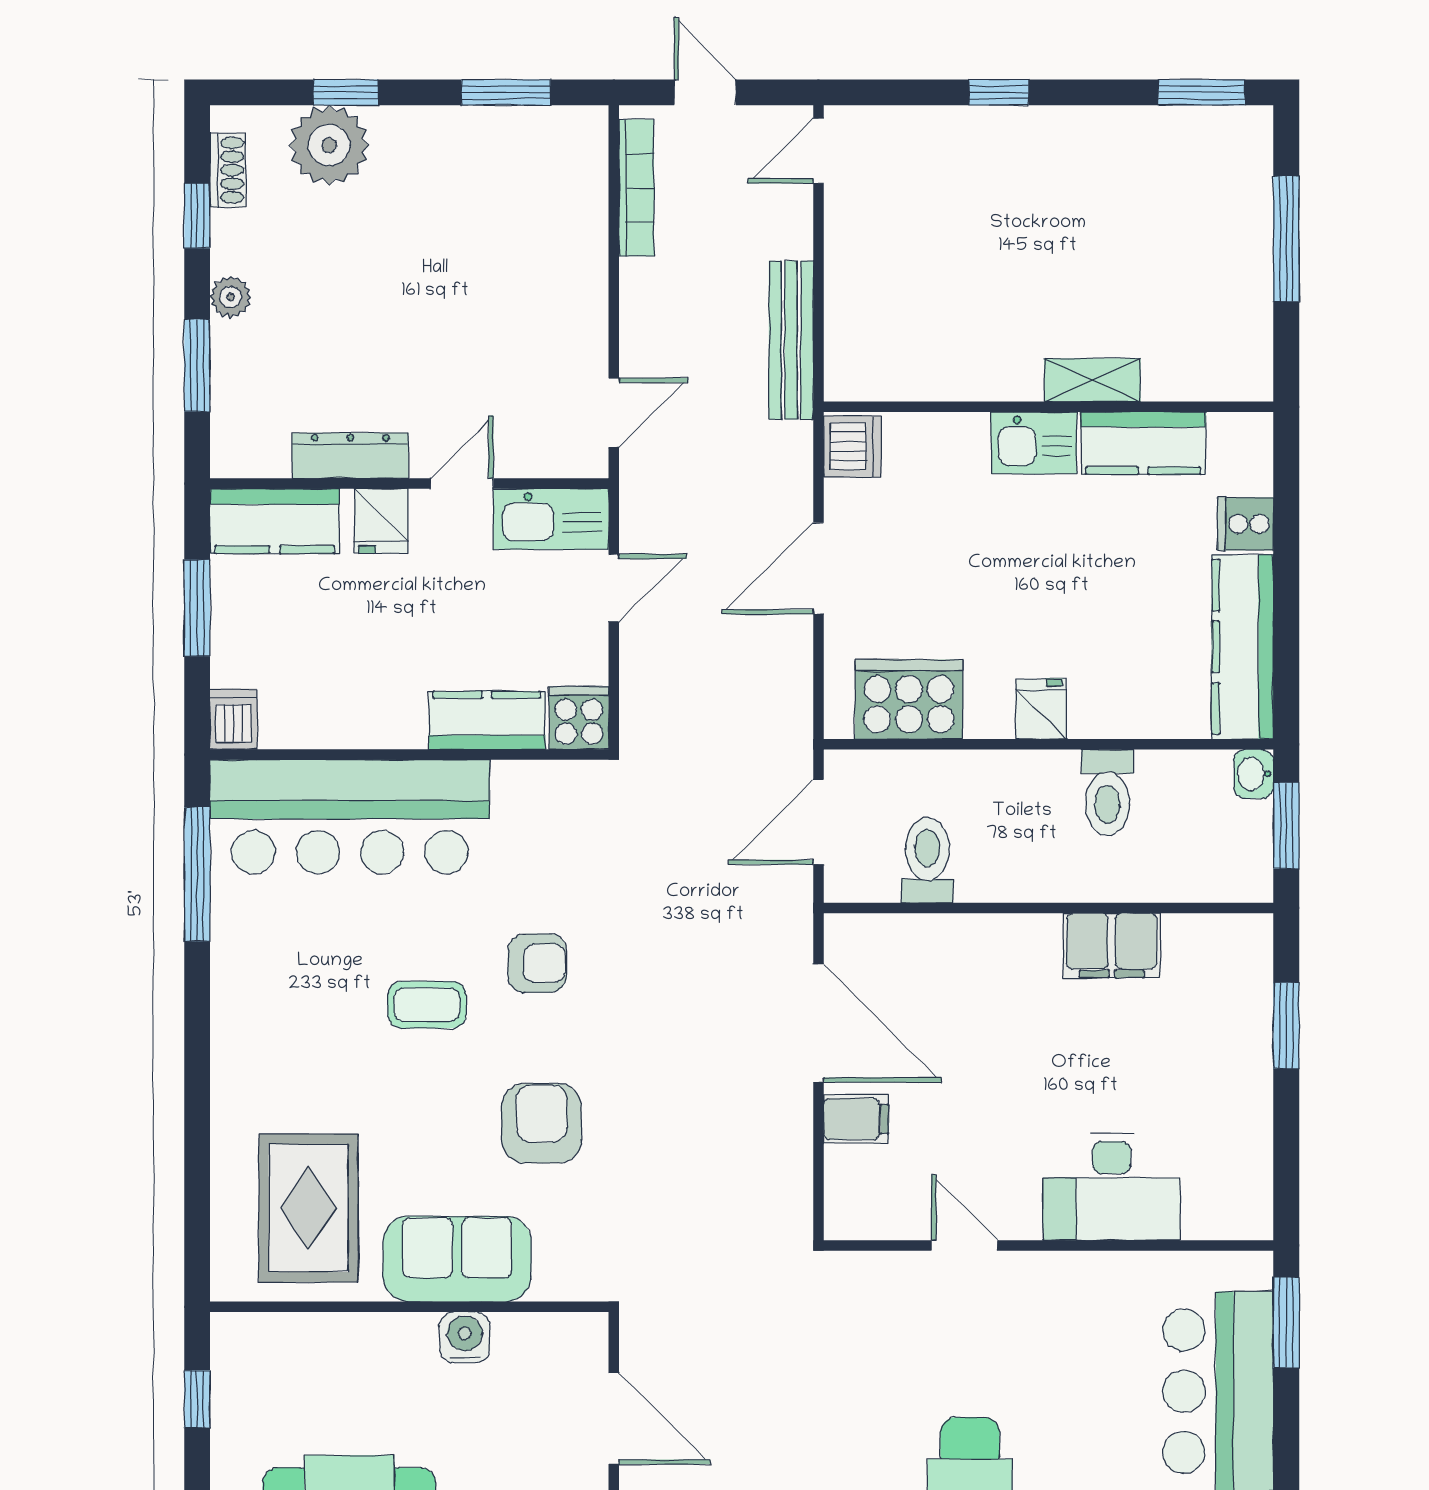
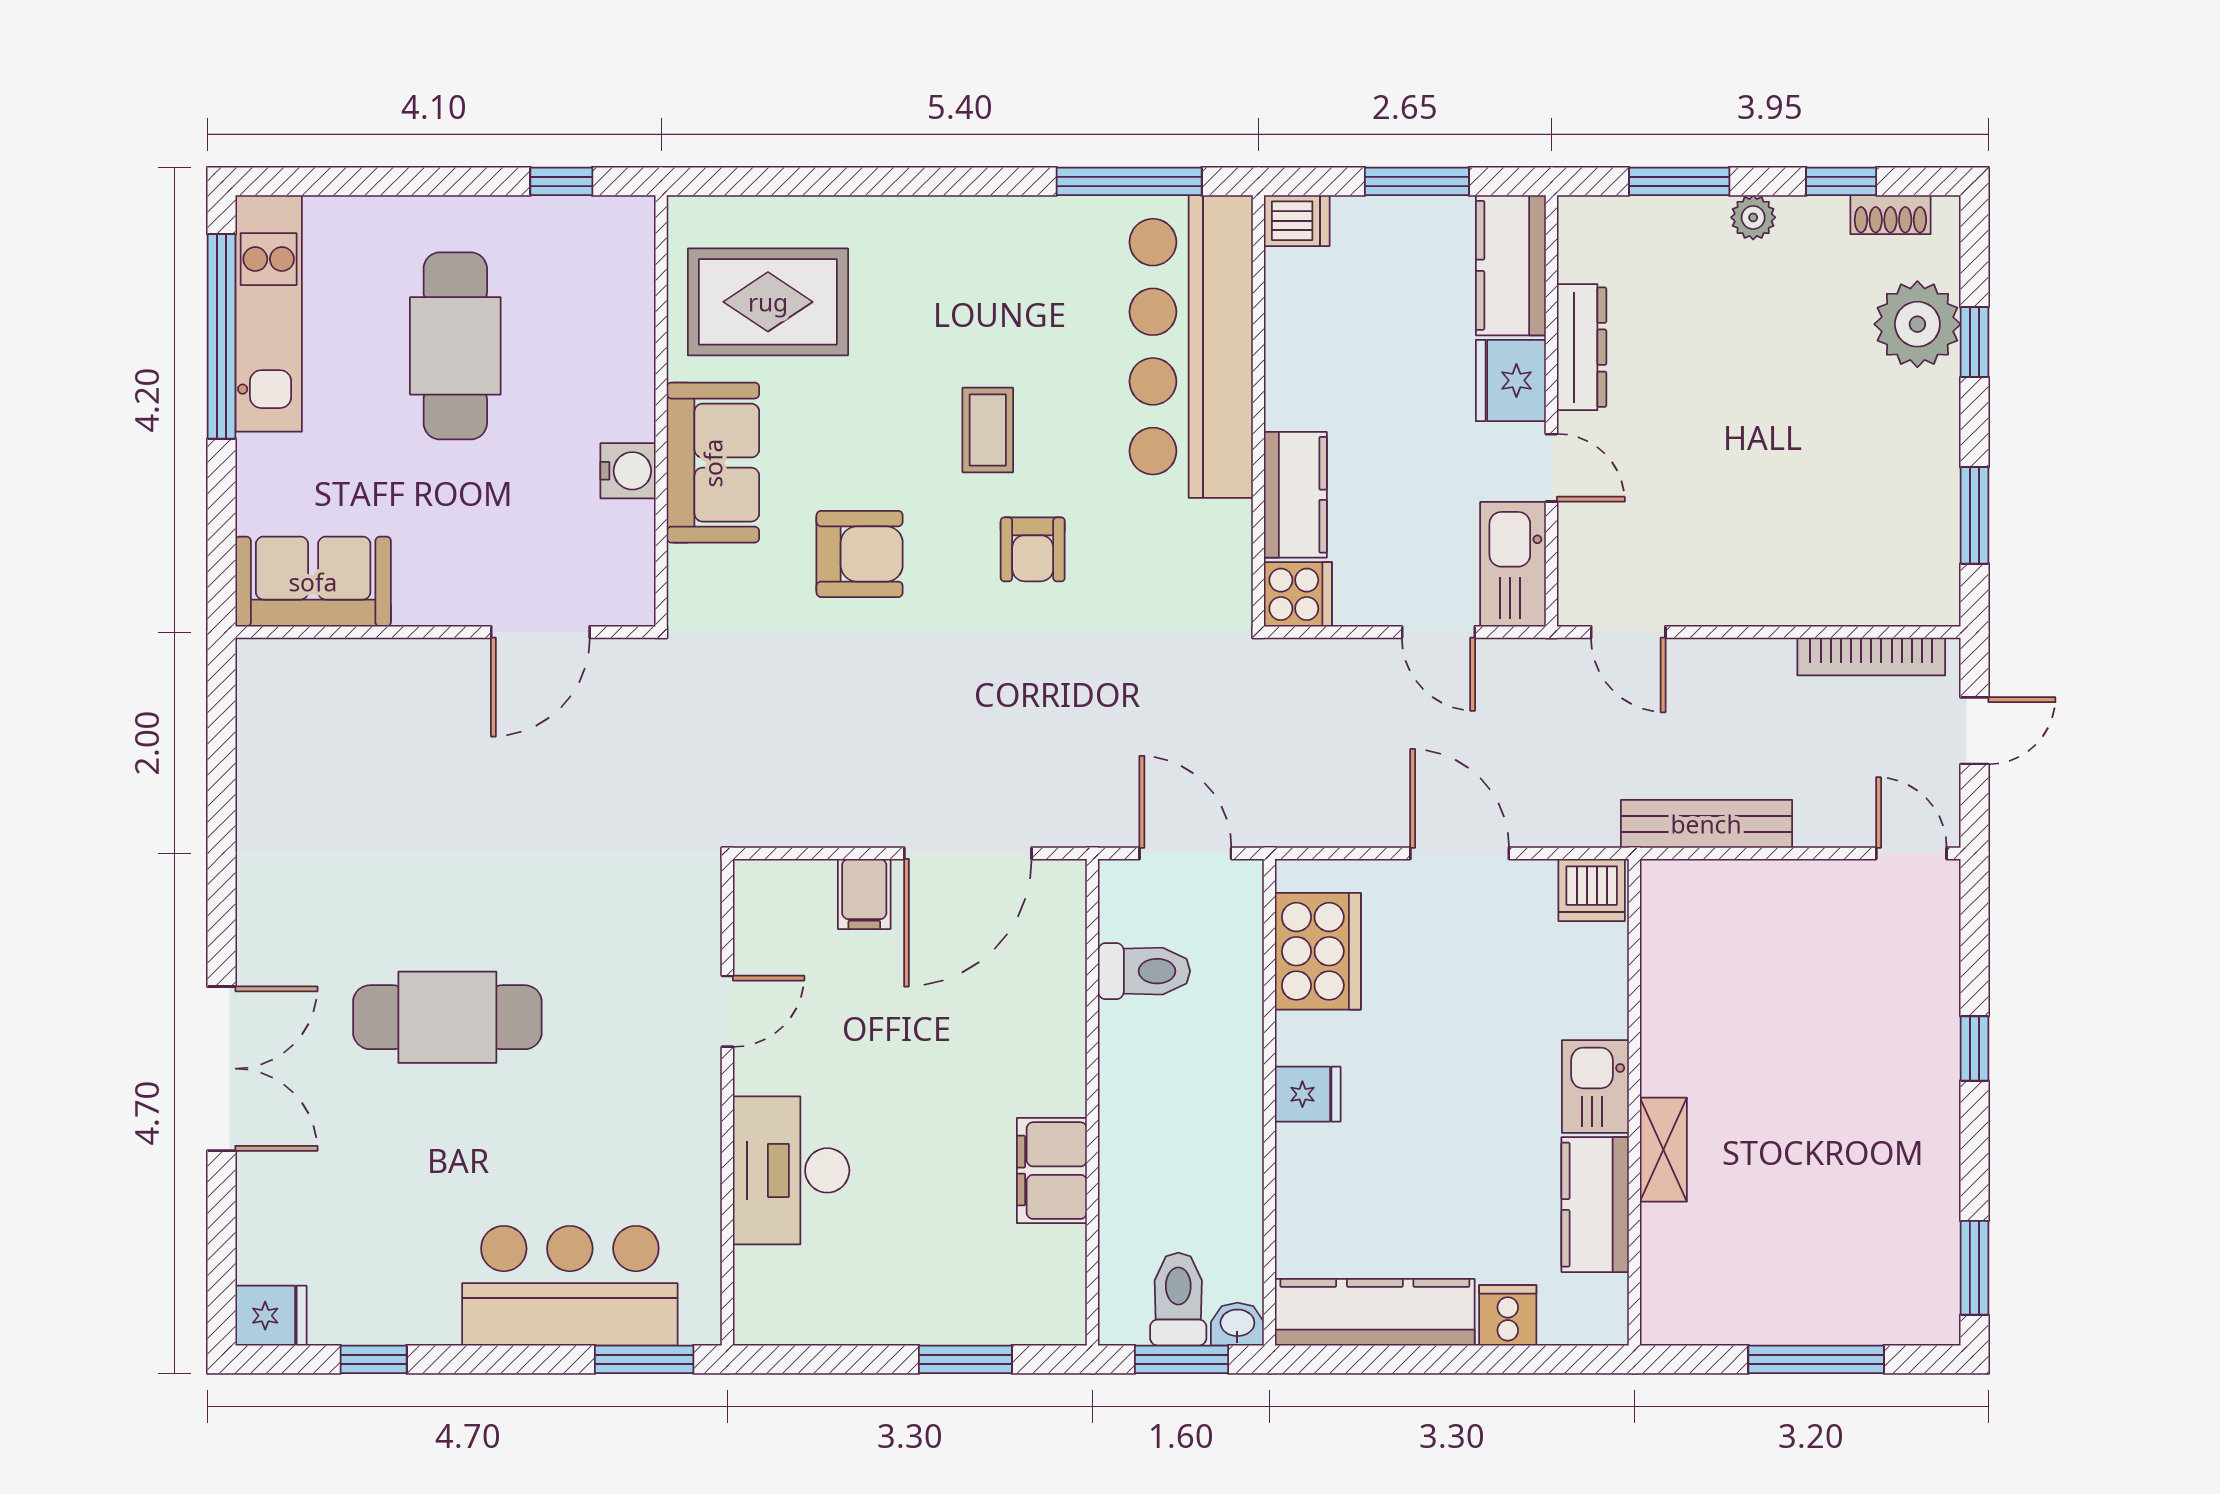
fridge: (381, 521) -> (1511, 380), width x1.38
toilet: (1107, 792) -> (1178, 1299), moved, turned 90

